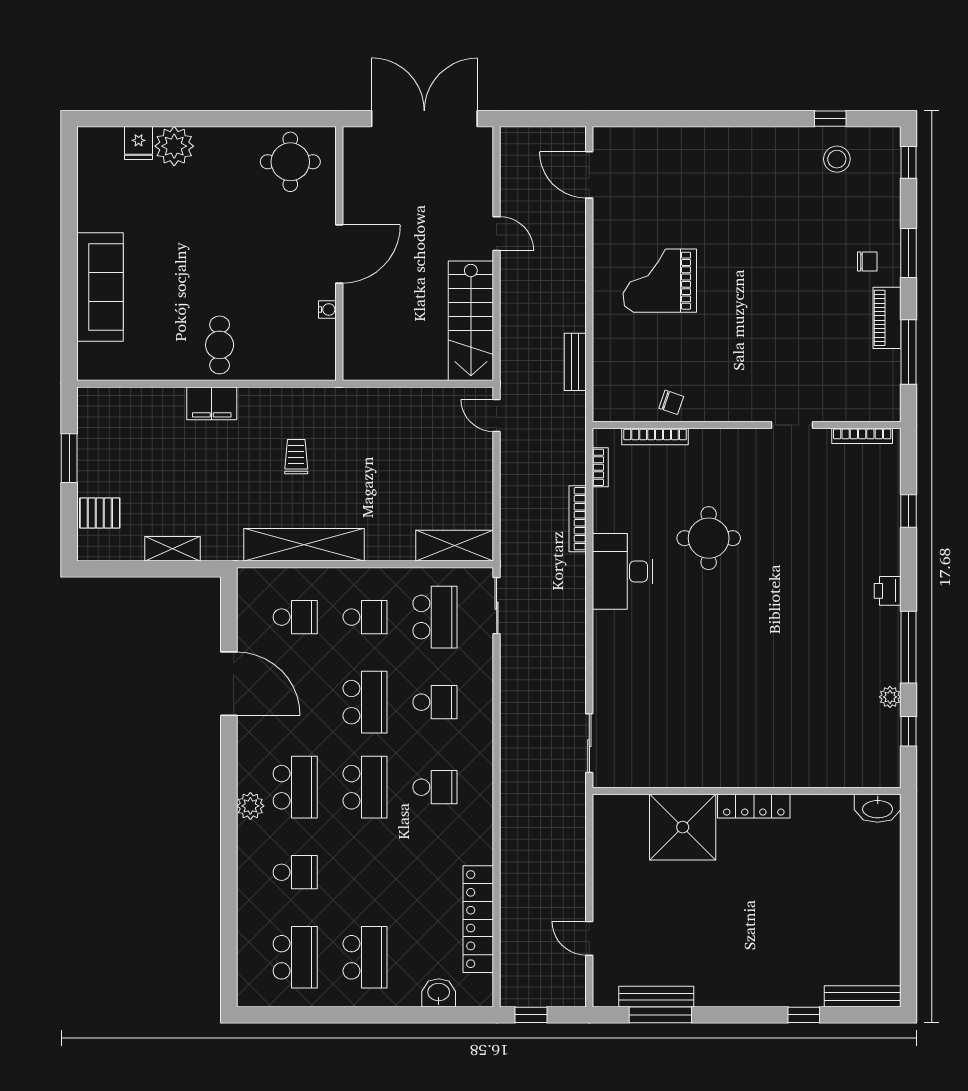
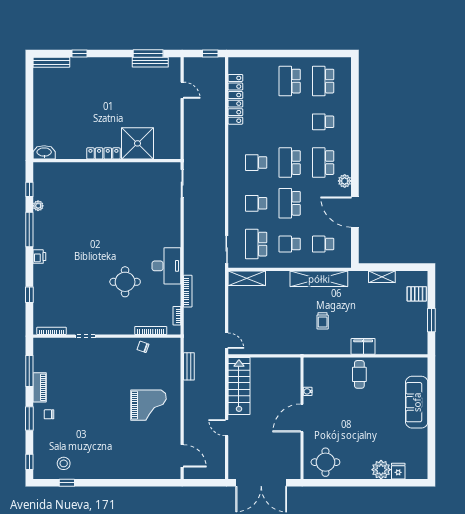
plant: (250, 806) -> (345, 181), moved
washbasin: (439, 993) -> (254, 64), removed

